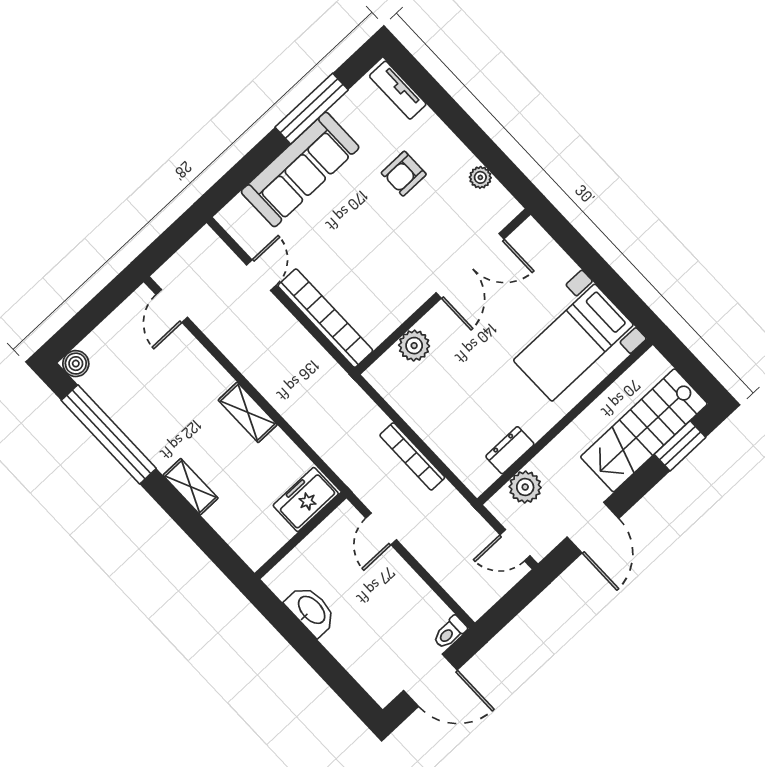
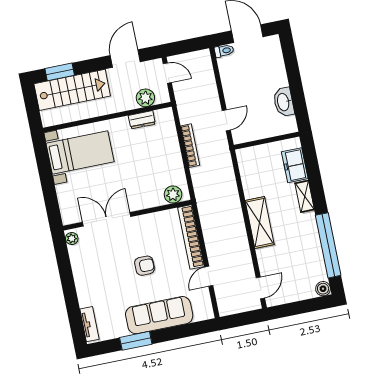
window: (312, 109) -> (136, 341), width x0.69
armchair: (404, 174) -> (144, 266), moved
plant: (480, 177) -> (72, 239), moved
plant: (414, 346) -> (173, 194), moved
shelving: (248, 412) -> (260, 222), width x1.50, depth x1.33
freezer: (306, 500) -> (295, 165), moved, turned 90

